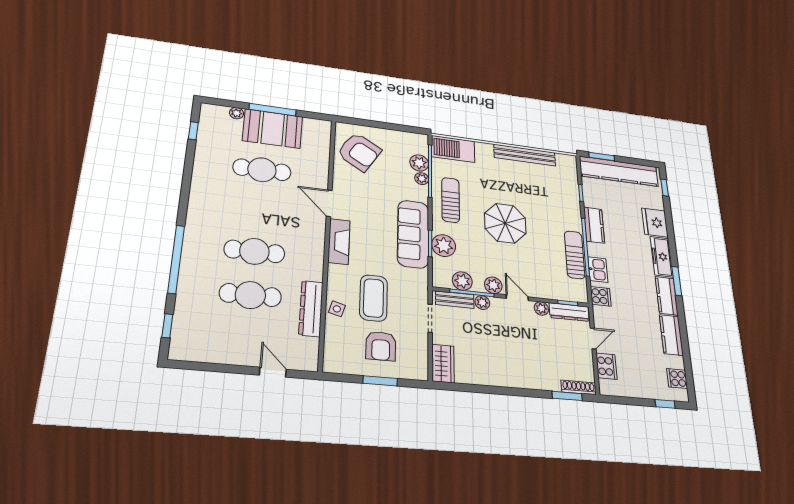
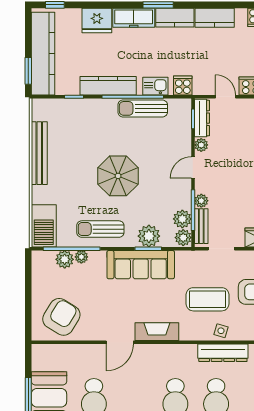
kitchen counter: (594, 225) -> (108, 86), width x1.50
plant: (493, 285) -> (183, 238), moved

